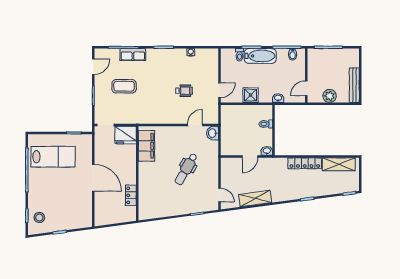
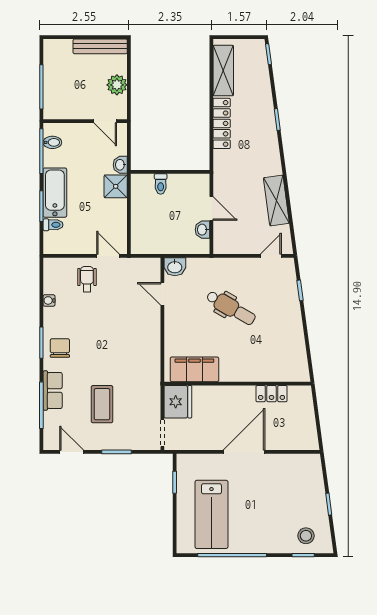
chair: (160, 59) -> (60, 348), added
wheelchair: (184, 91) -> (87, 279), moved
shower: (251, 95) -> (116, 186), moved
washbasin: (267, 151) -> (202, 230), moved
lab bench: (53, 157) -> (211, 514), turned 180

